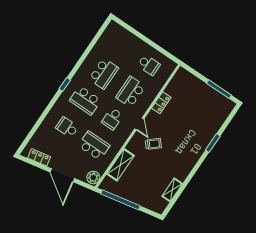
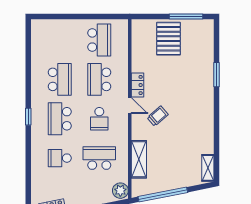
school desk: (149, 65) -> (99, 40), width x1.85
pallet: (197, 96) -> (168, 39), added
school desk: (85, 100) -> (60, 119), turned 90
locker: (161, 103) -> (138, 85), moved
shelving: (172, 190) -> (208, 168), moved

